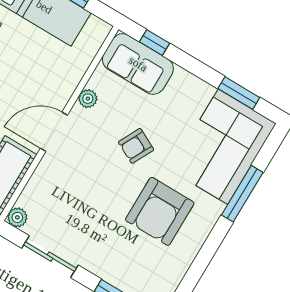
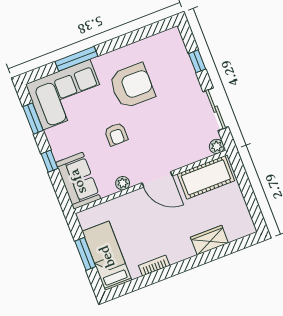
window: (154, 42) -> (49, 161), moved
armchair: (136, 146) -> (116, 134), turned 63

